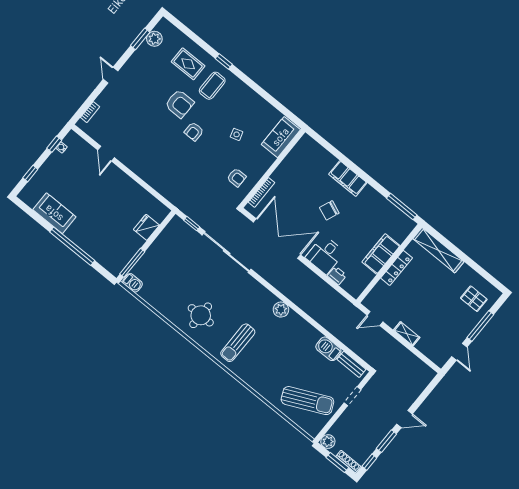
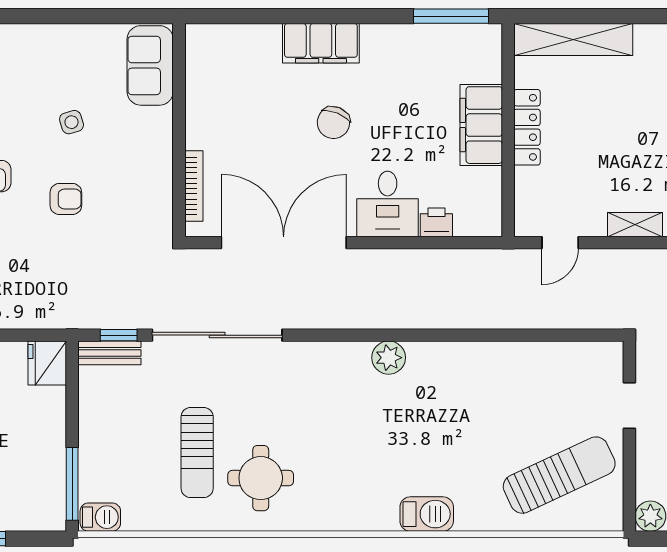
armchair: (236, 177) -> (66, 199), moved
fridge: (146, 227) -> (47, 363), moved
sun lounger: (238, 343) -> (197, 453), moved
barbecue: (328, 349) -> (427, 514), moved, turned 180
bench: (351, 364) -> (109, 353), moved

